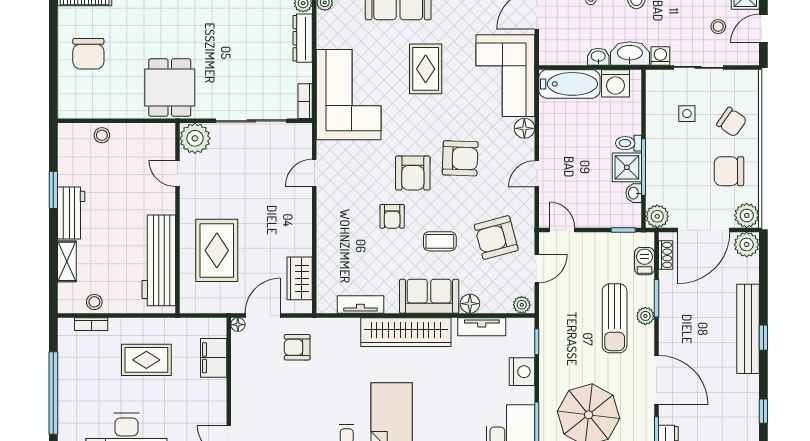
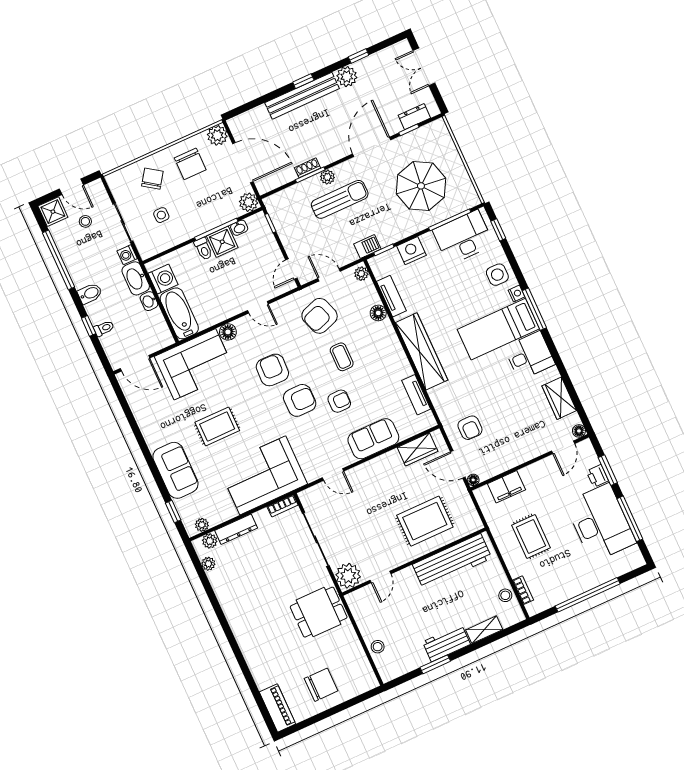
armchair: (496, 238) -> (320, 316), turned 86
plant: (747, 245) -> (347, 77), moved
shoe rack: (666, 255) -> (308, 168), moved
barbecue: (644, 261) -> (367, 247), moved, turned 180
sofa: (429, 296) -> (373, 439), moved, turned 90

